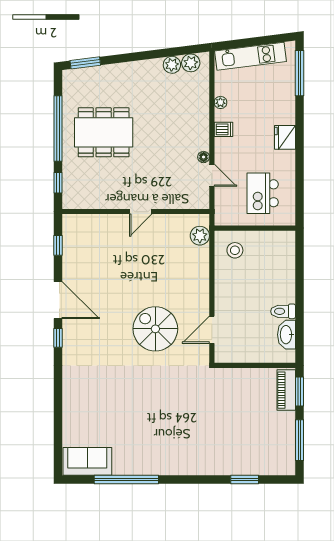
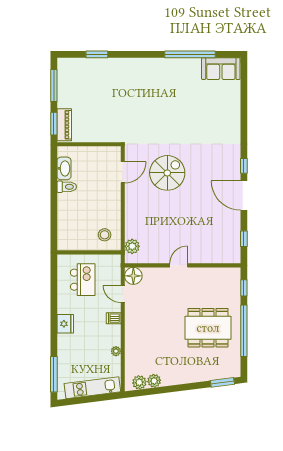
dishwasher: (224, 129) -> (114, 318), moved
floor lamp: (204, 157) -> (133, 276), moved, width x1.89, depth x1.89
spiral stairs: (155, 329) -> (167, 173), turned -90

